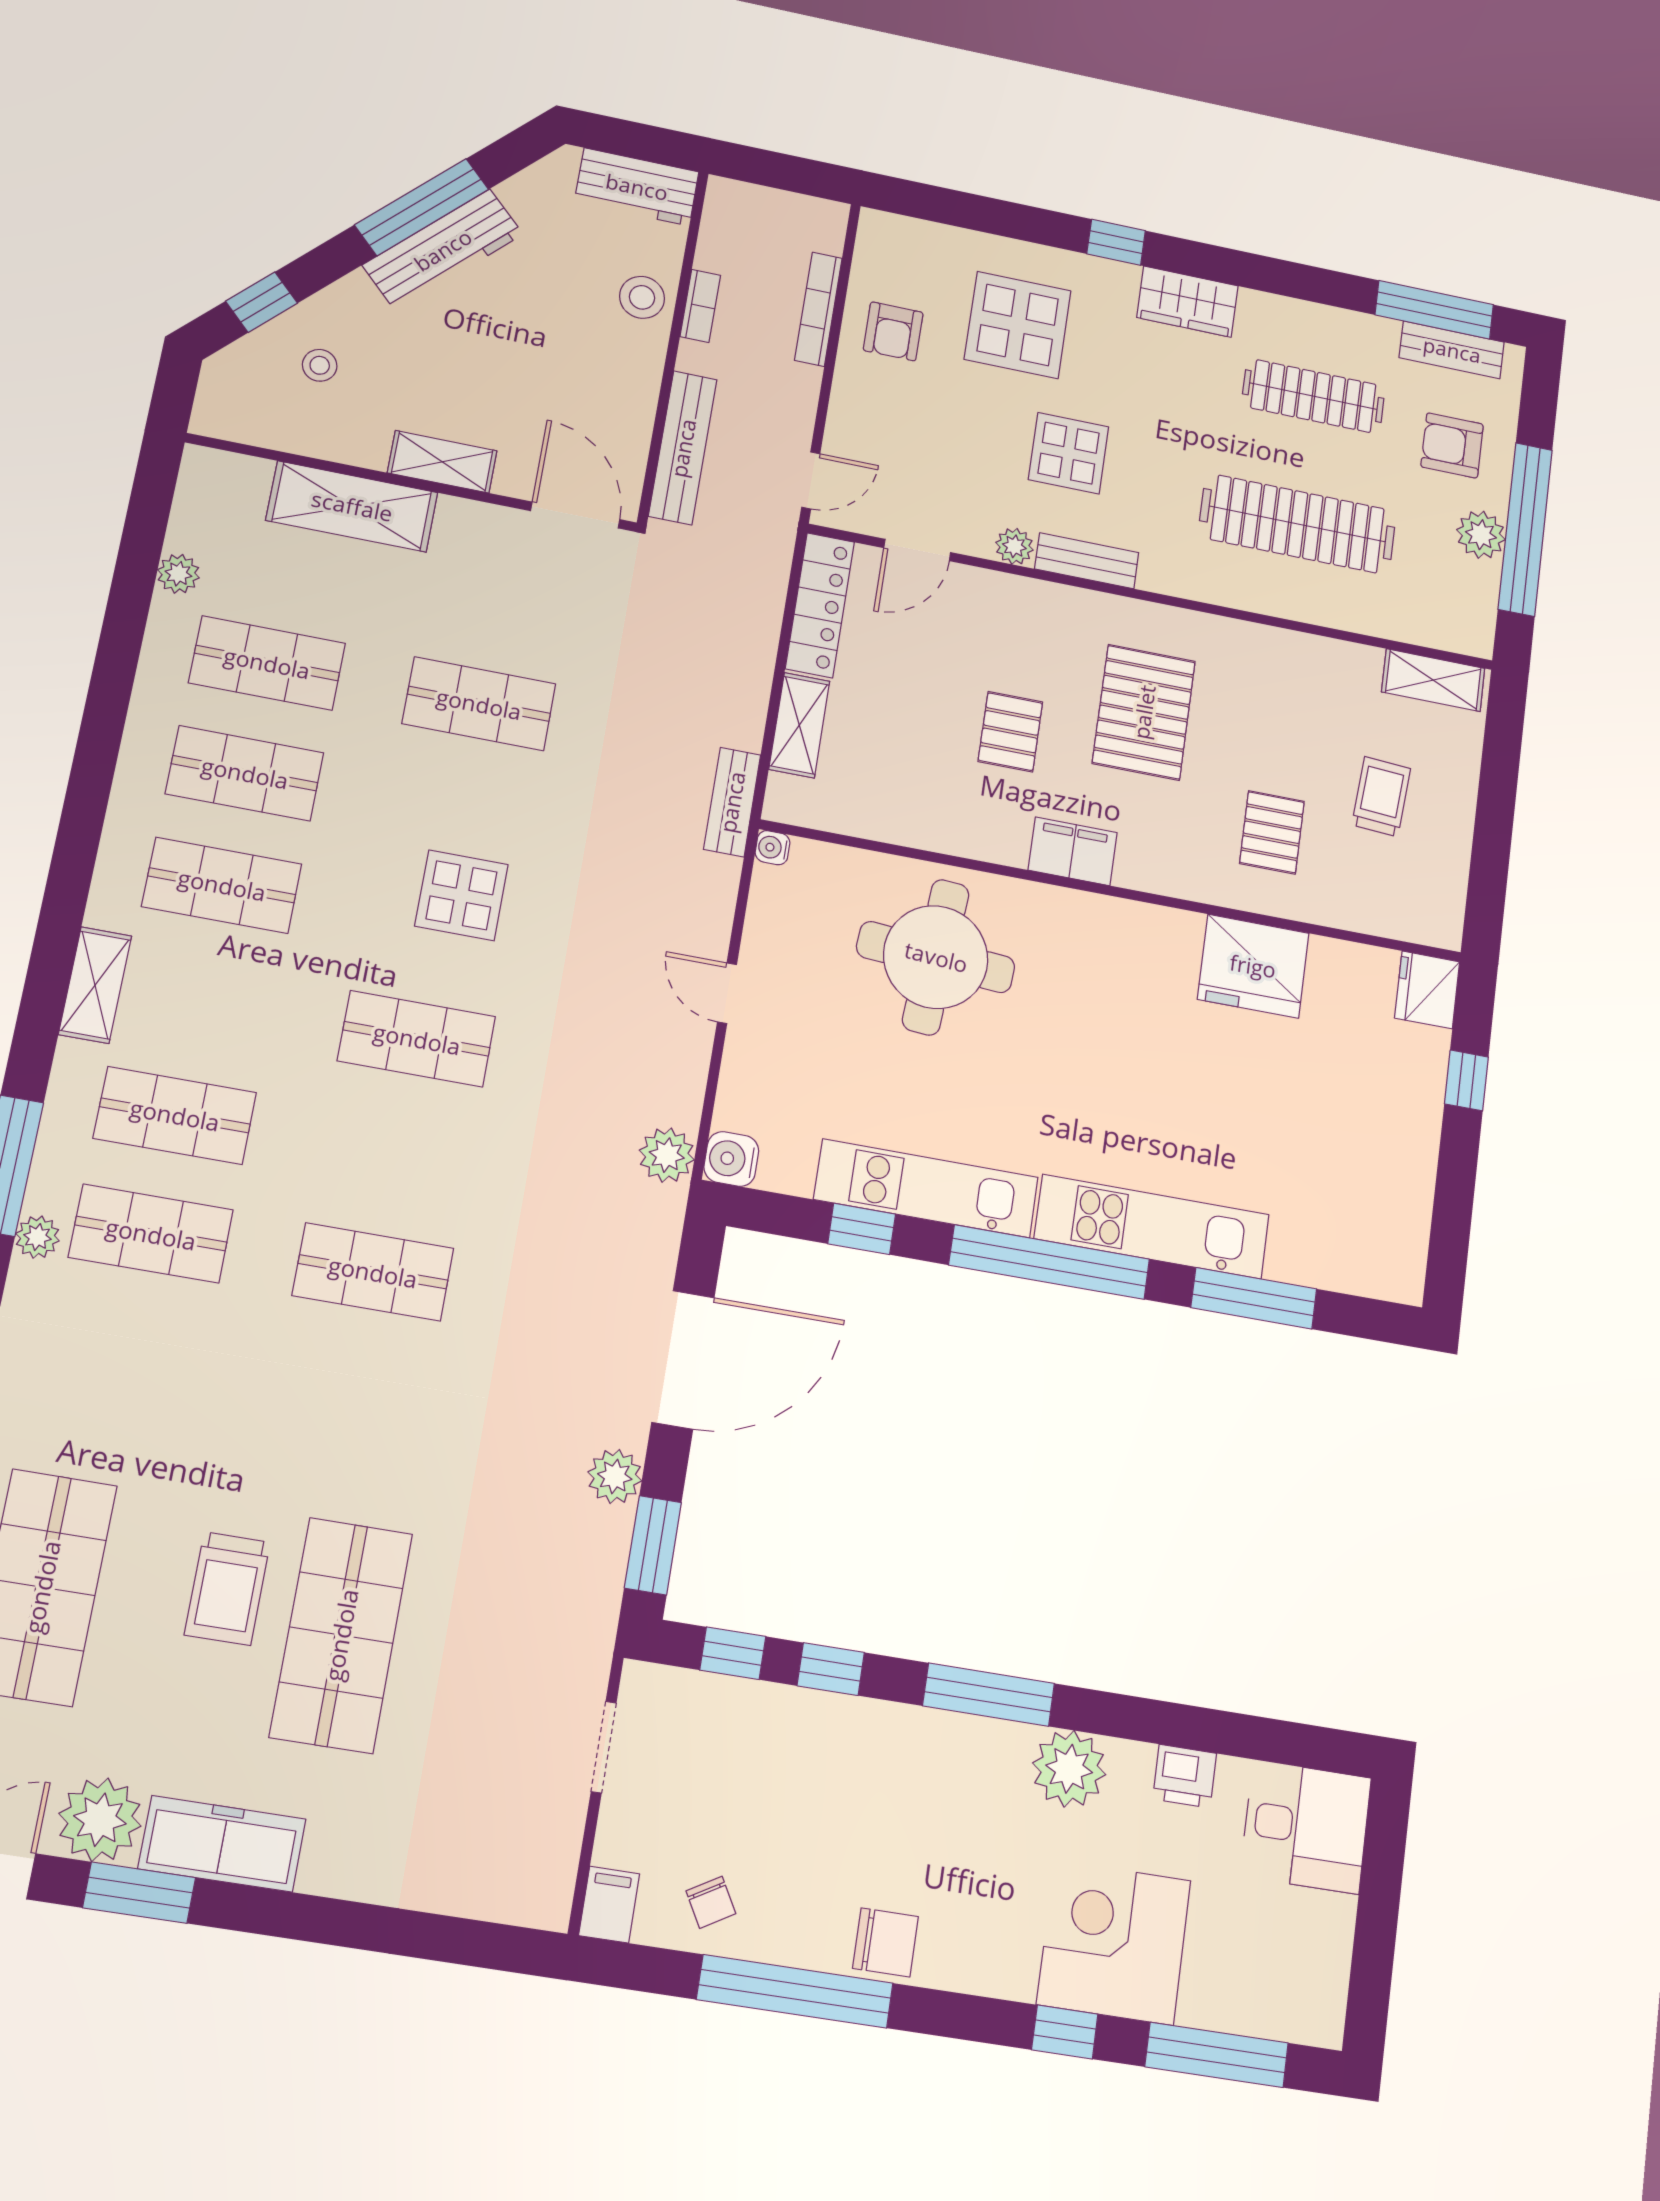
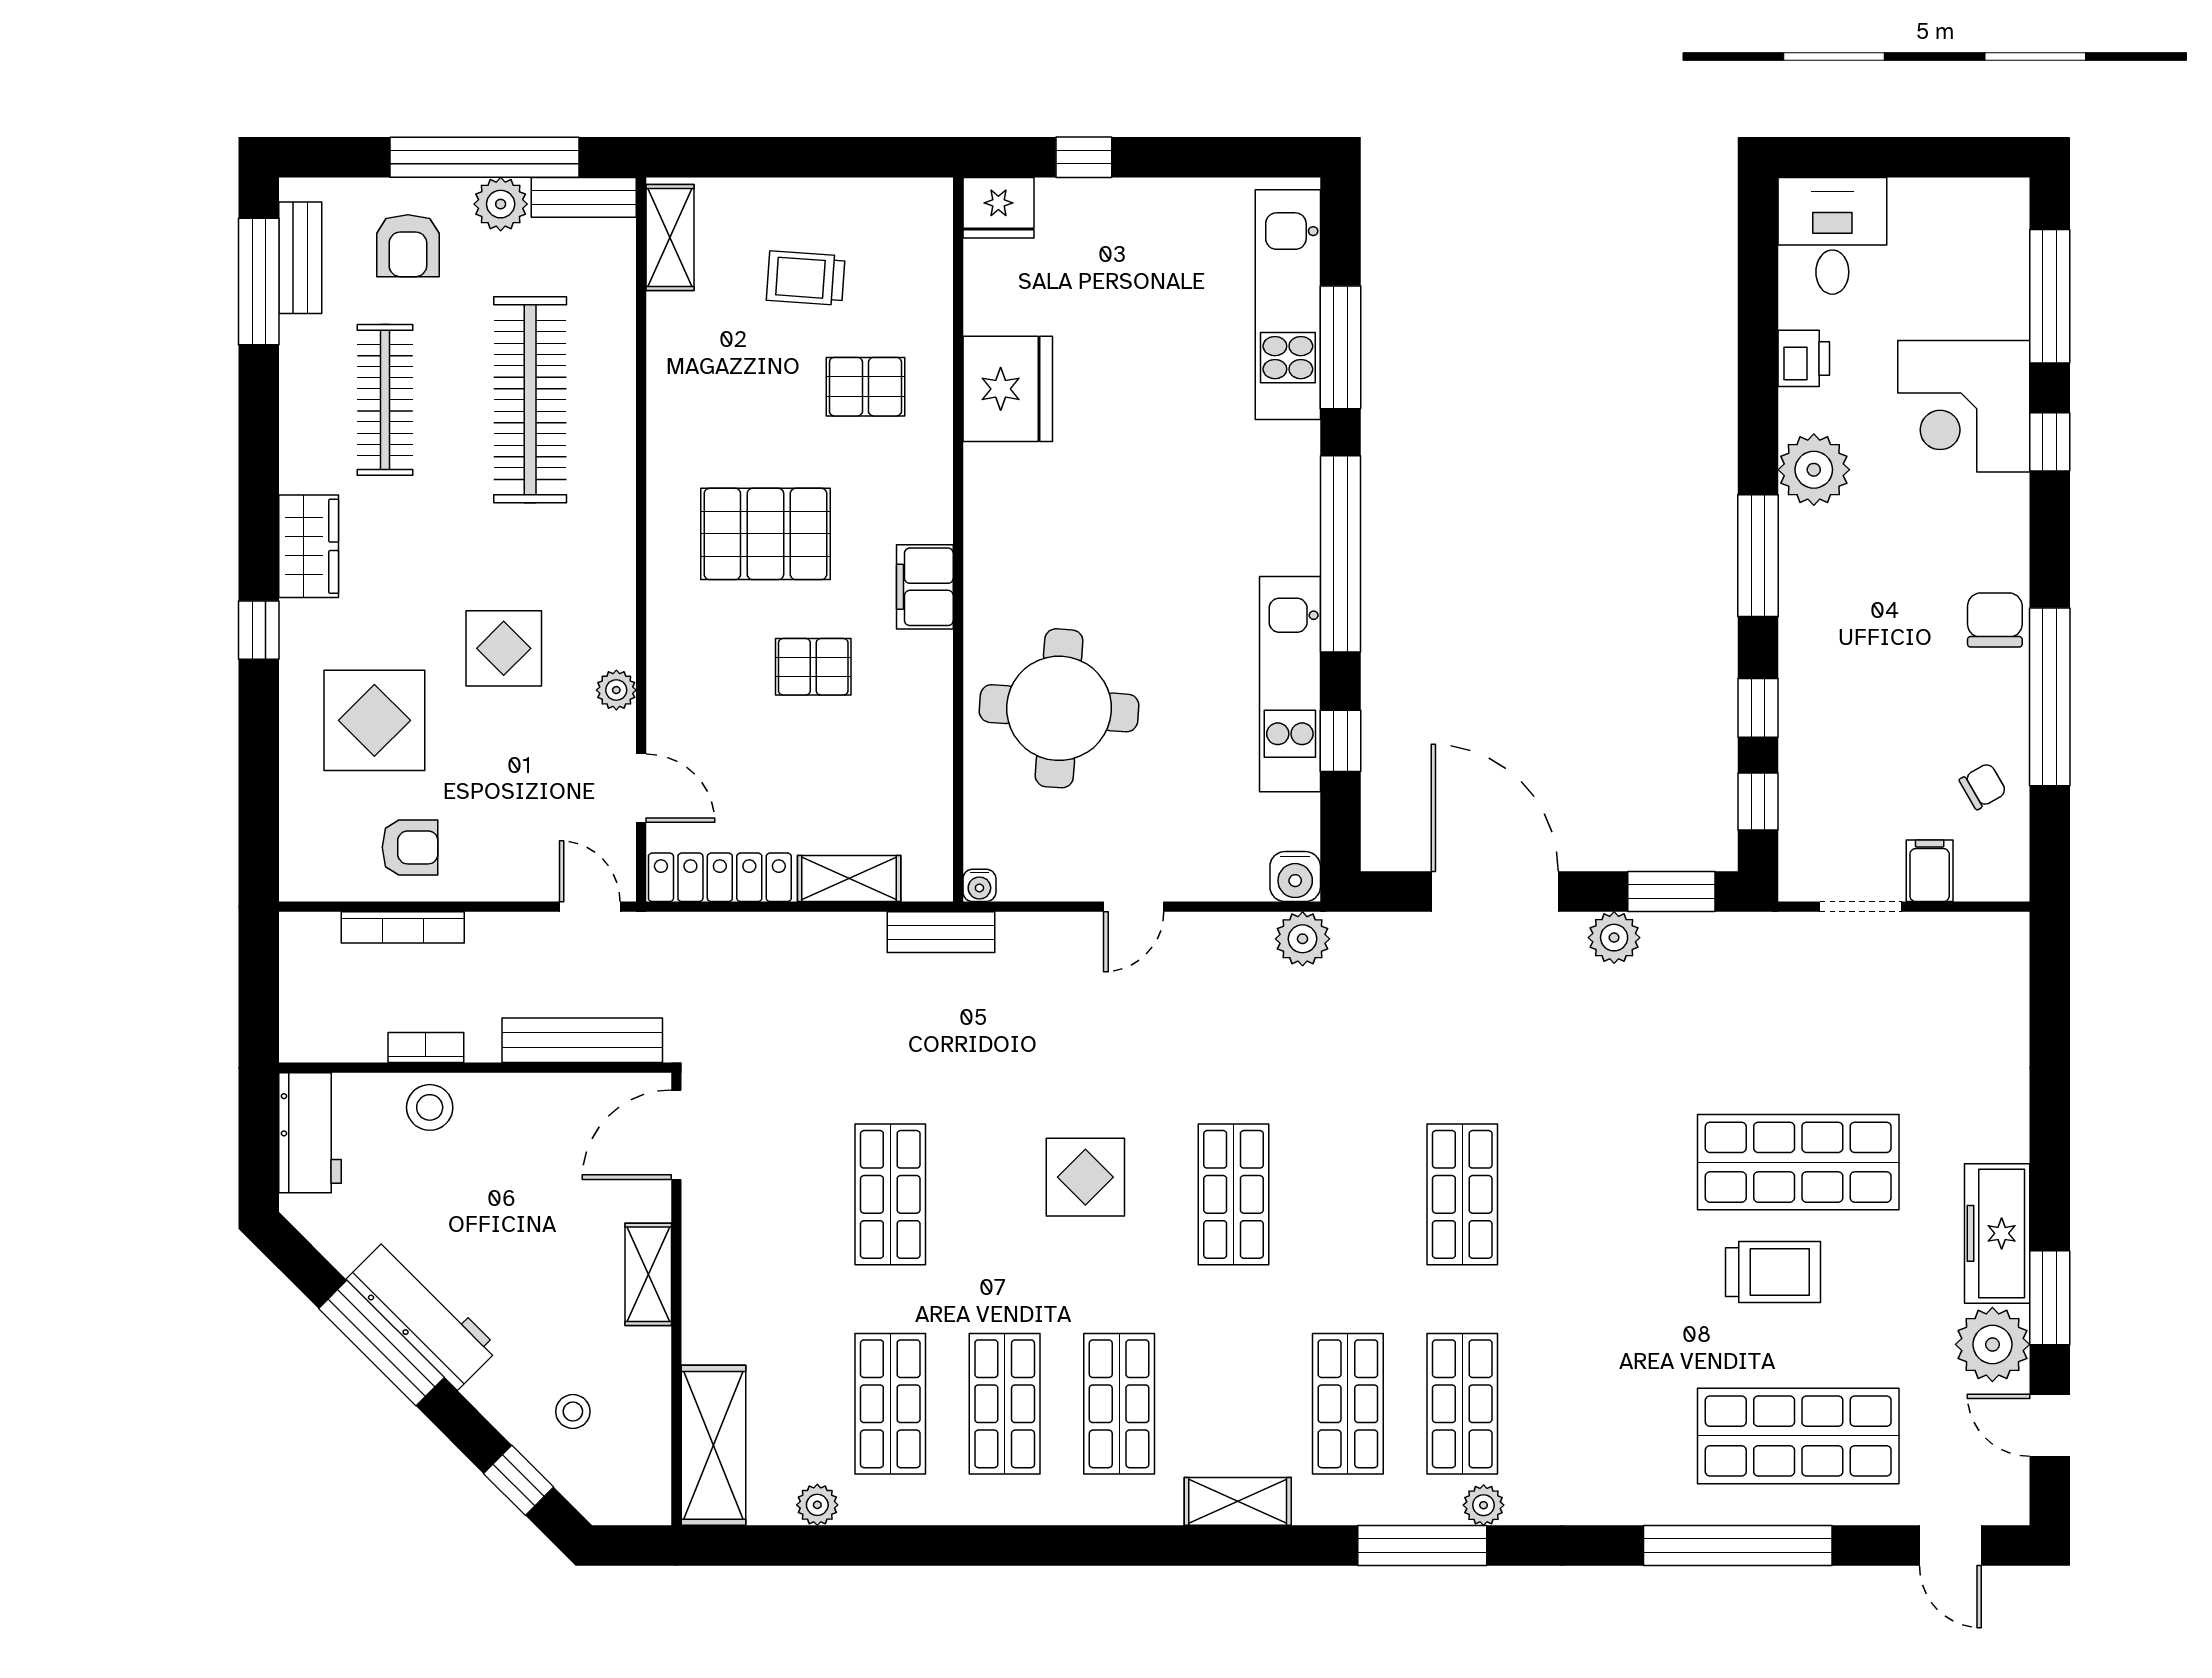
shelving: (352, 506) -> (713, 1445), moved
bench: (1087, 561) -> (584, 197), moved, turned 90
kitchen unit: (1152, 1227) -> (1288, 305), moved
filing cabinet: (609, 1905) -> (1930, 871), moved, turned 90

